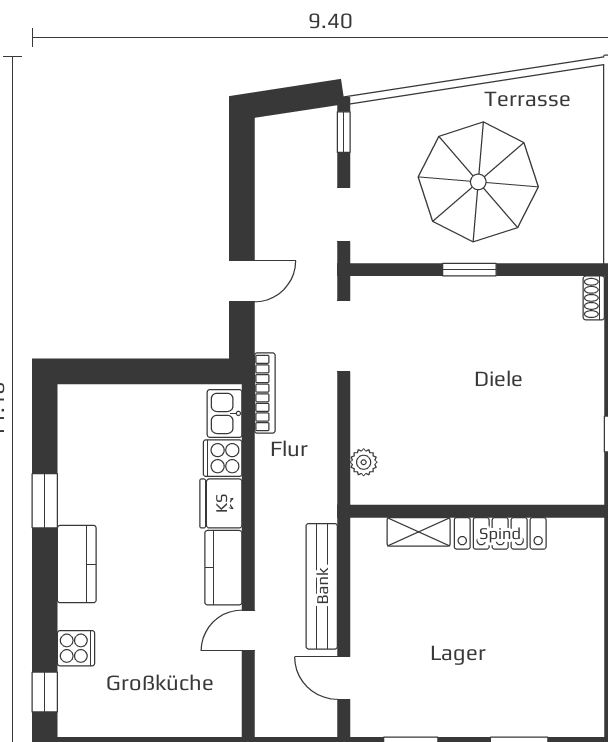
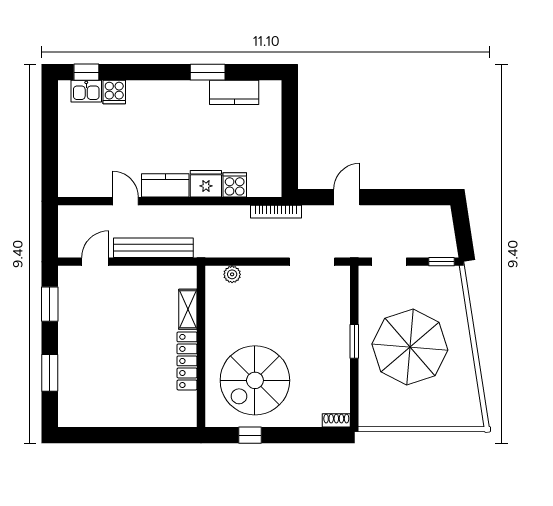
door: (242, 281) -> (347, 197), swing flipped
kitchen sink: (225, 413) -> (86, 91), moved, turned 180
spiral stairs: (531, 426) -> (255, 380), added
kitchen counter: (77, 564) -> (234, 92), moved

